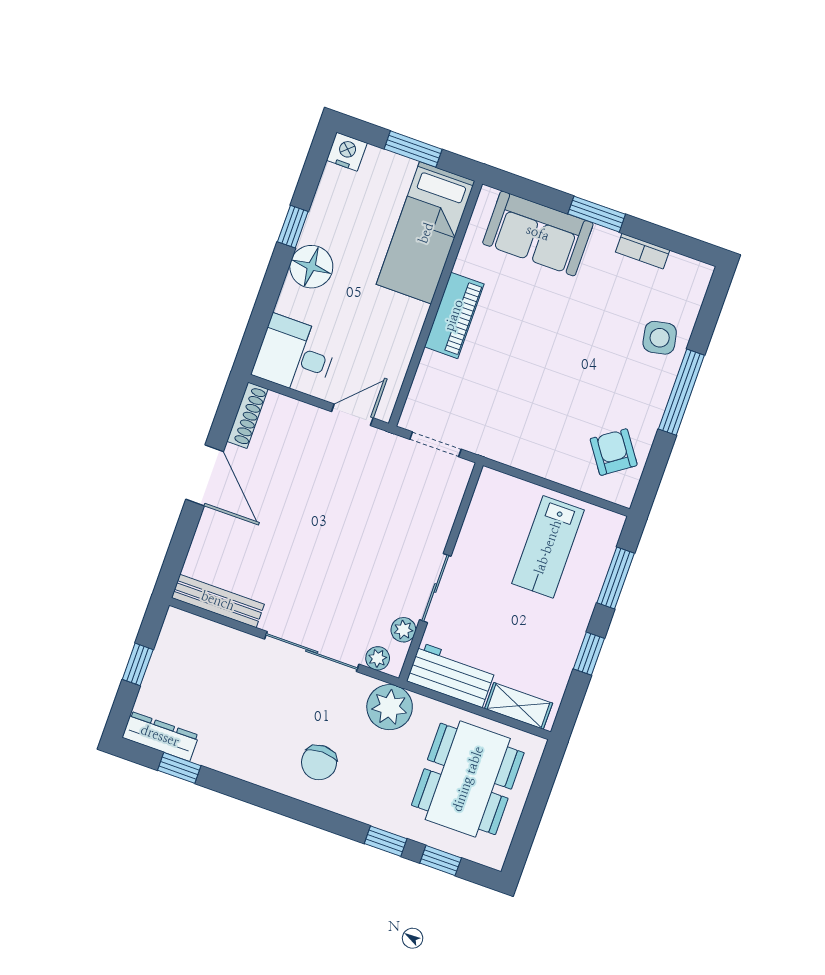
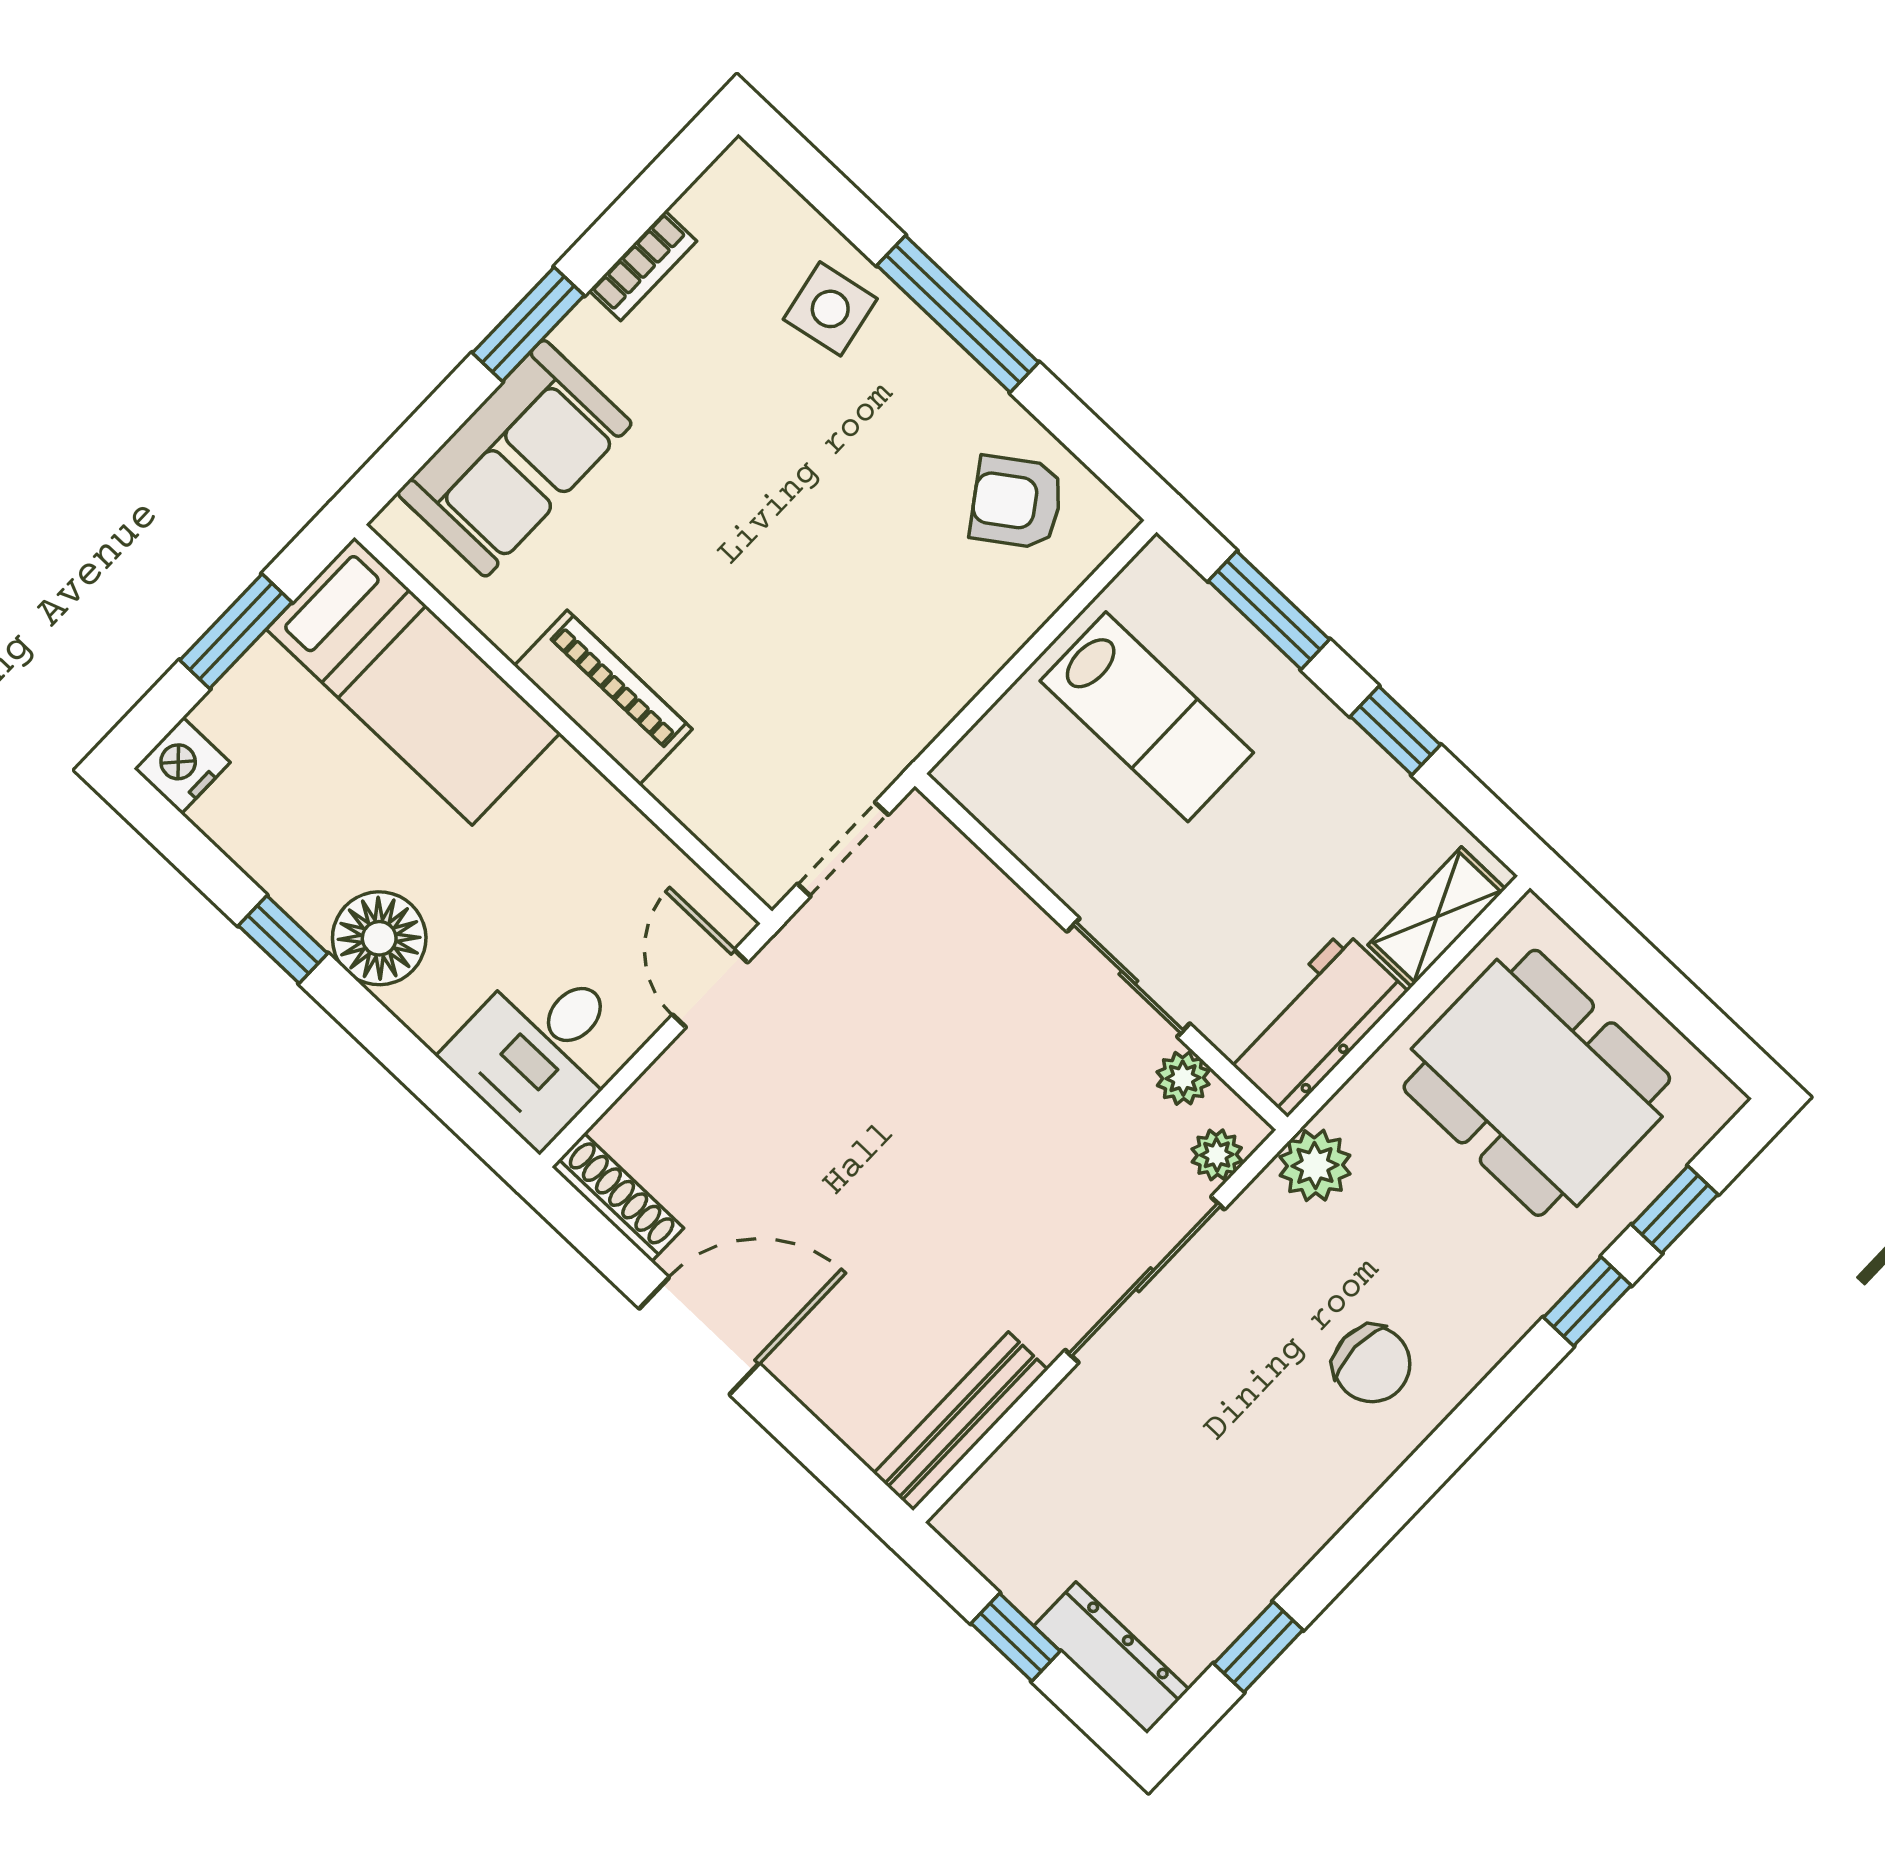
plant: (390, 707) -> (1315, 1165), width x0.73, depth x0.73
dresser: (160, 736) -> (1111, 1658), moved, turned 90

